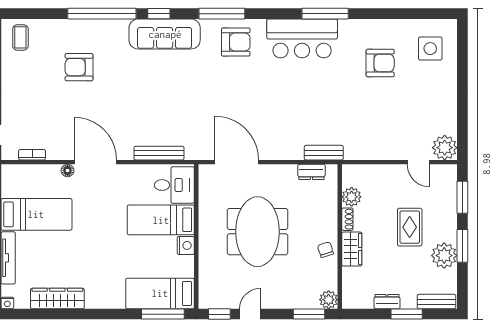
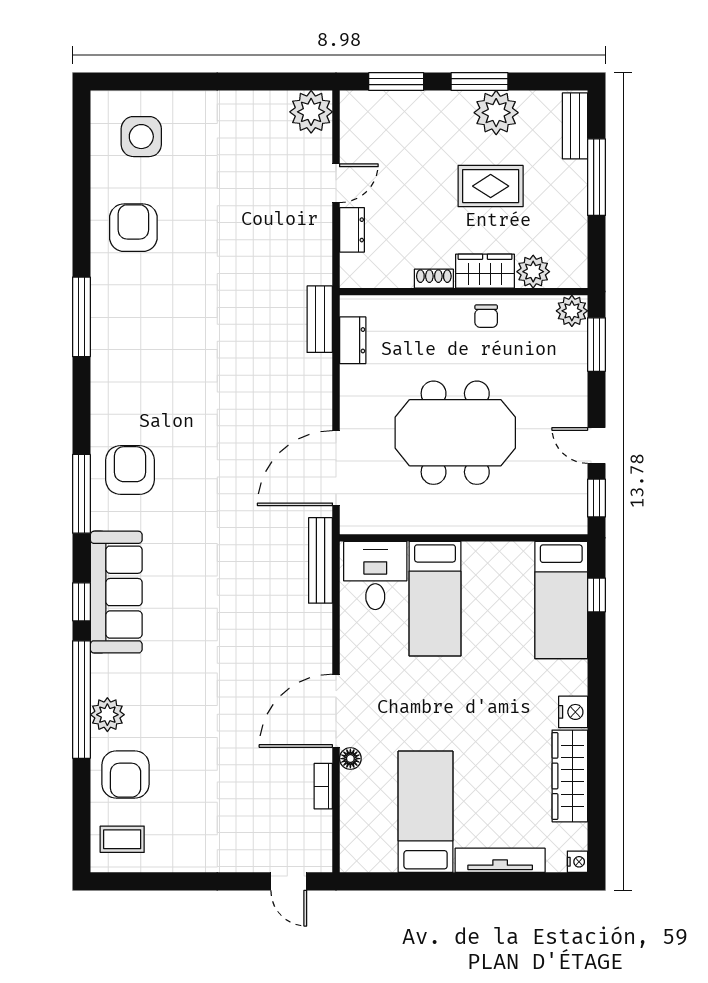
plant: (93, 29) -> (107, 715), added
bar counter: (302, 38) -> (124, 356), removed
armchair: (380, 63) -> (133, 228), moved
armchair: (79, 67) -> (126, 774), moved
bench: (159, 153) -> (320, 560), moved
bookcase: (32, 155) -> (323, 786), moved
door: (418, 162) -> (336, 183), moved
plant: (352, 197) -> (533, 272), moved
rug: (410, 227) -> (491, 186), moved
nightstand: (186, 245) -> (573, 712), moved, turned 90
chair: (325, 250) -> (486, 316), turned -72
dresser: (387, 302) -> (352, 230), moved, turned 180
window: (163, 314) -> (596, 595), width x0.46
window: (407, 314) -> (596, 177), width x1.44

